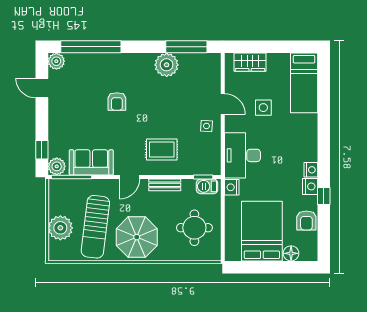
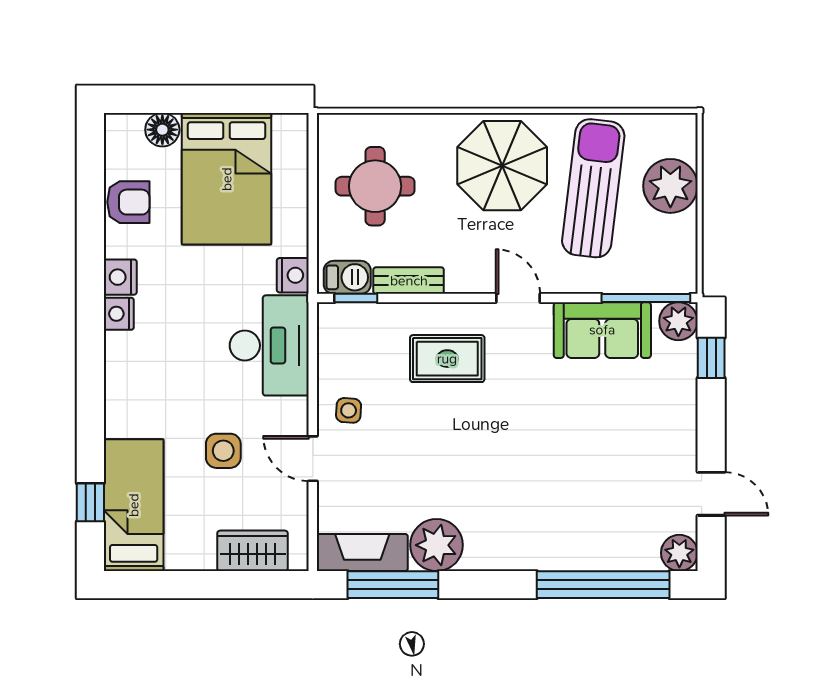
fireplace: (200, 61) -> (362, 553), added
armchair: (117, 101) -> (546, 464), removed
door: (130, 177) -> (518, 298), hinge flipped
bench: (165, 185) -> (409, 281), moved
window: (324, 196) -> (90, 502), moved
armchair: (306, 221) -> (128, 202), turned 90

